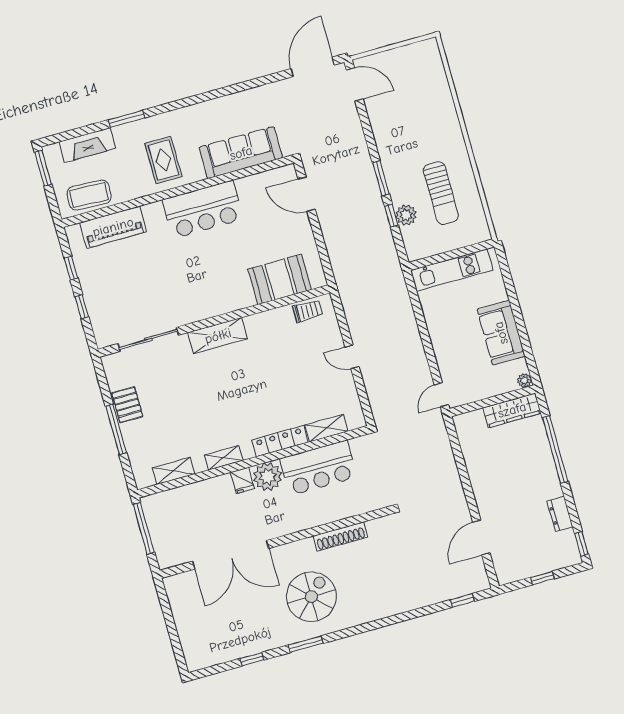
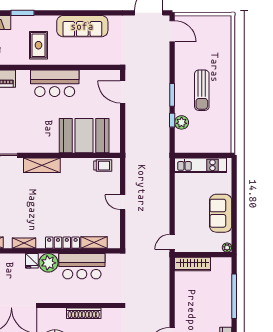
sofa: (241, 153) -> (82, 26), moved, turned 180
sun lounger: (441, 193) -> (202, 90), moved
booth: (280, 279) -> (84, 136), width x1.36, depth x1.42
wardrobe: (512, 410) -> (193, 264), moved

